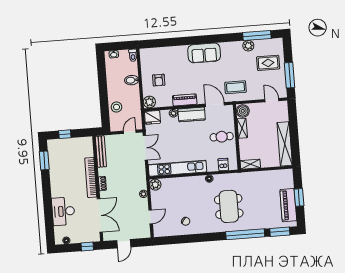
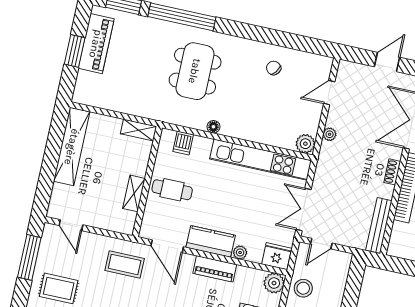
stool: (117, 107) -> (303, 288), moved
boiler: (243, 111) -> (124, 222), removed

